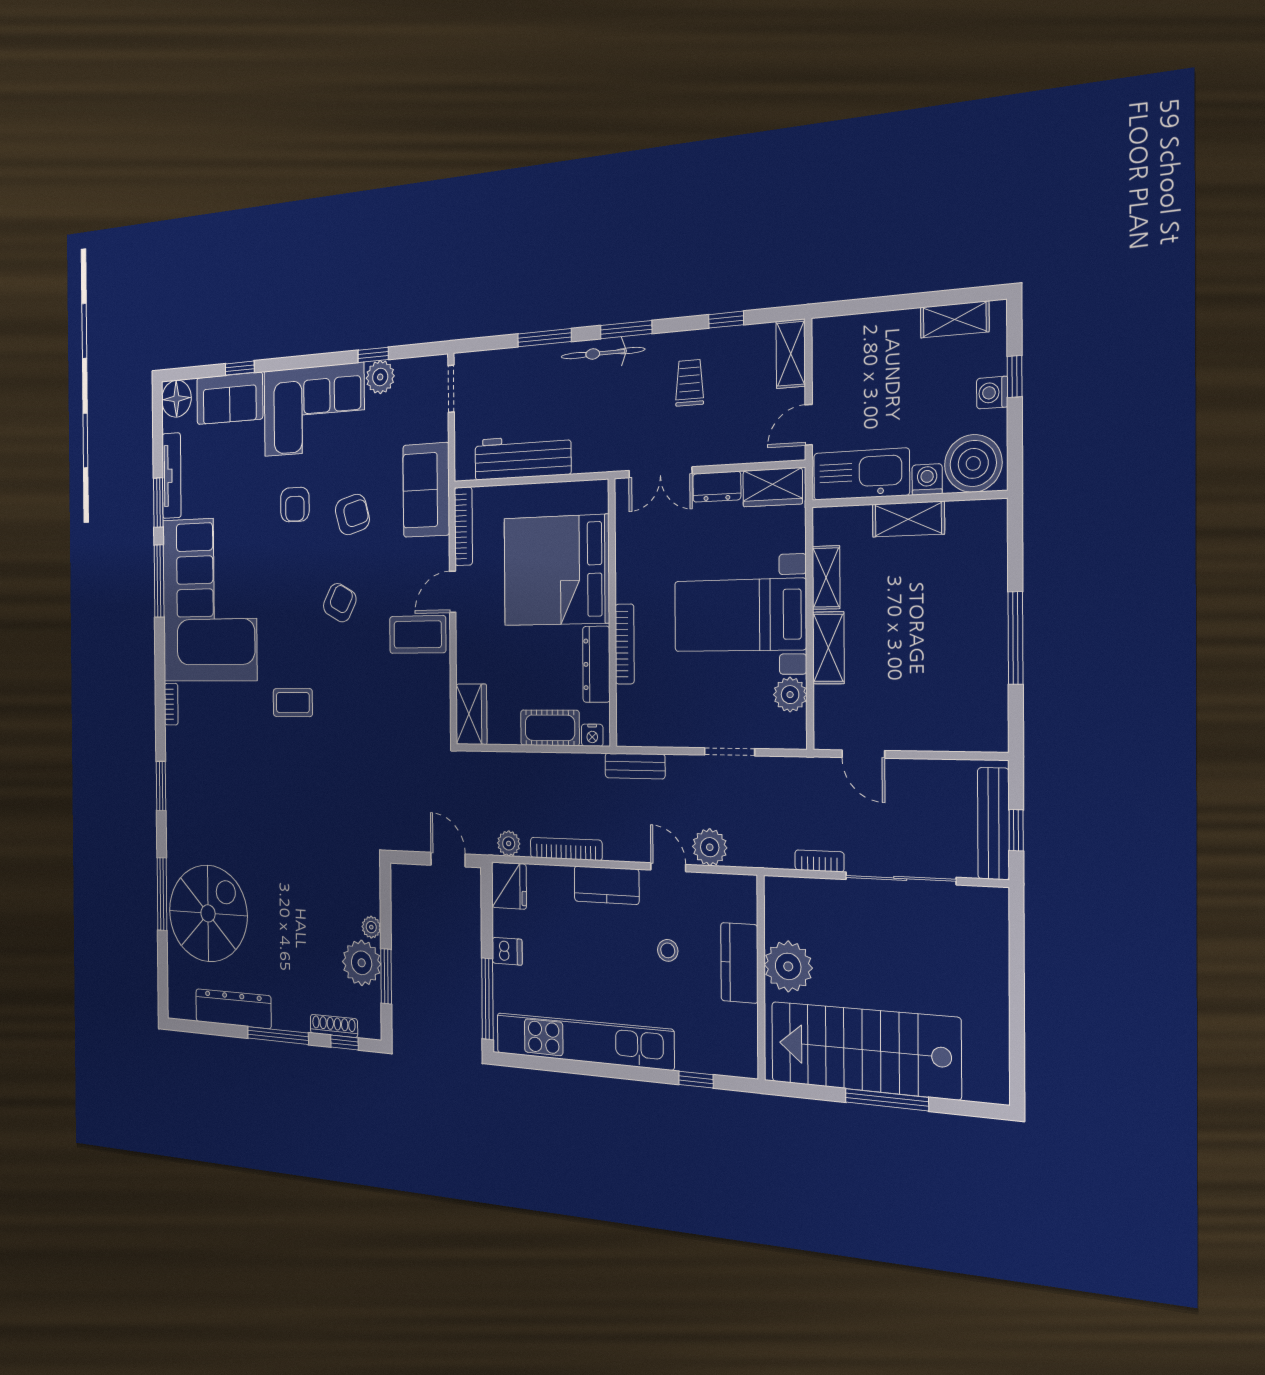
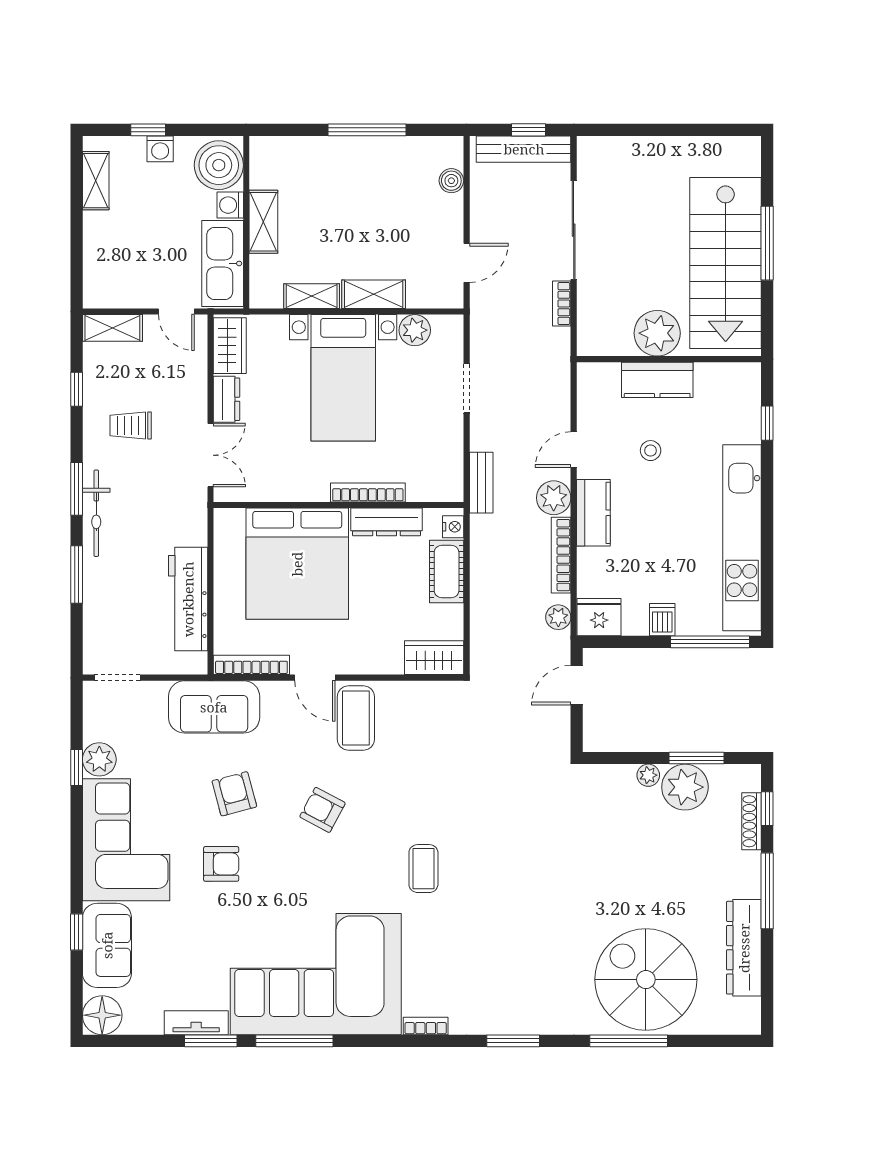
tv unit: (172, 476) -> (196, 1023), width x0.71
boiler: (956, 738) -> (451, 181), added
plant: (710, 847) -> (554, 498), moved

